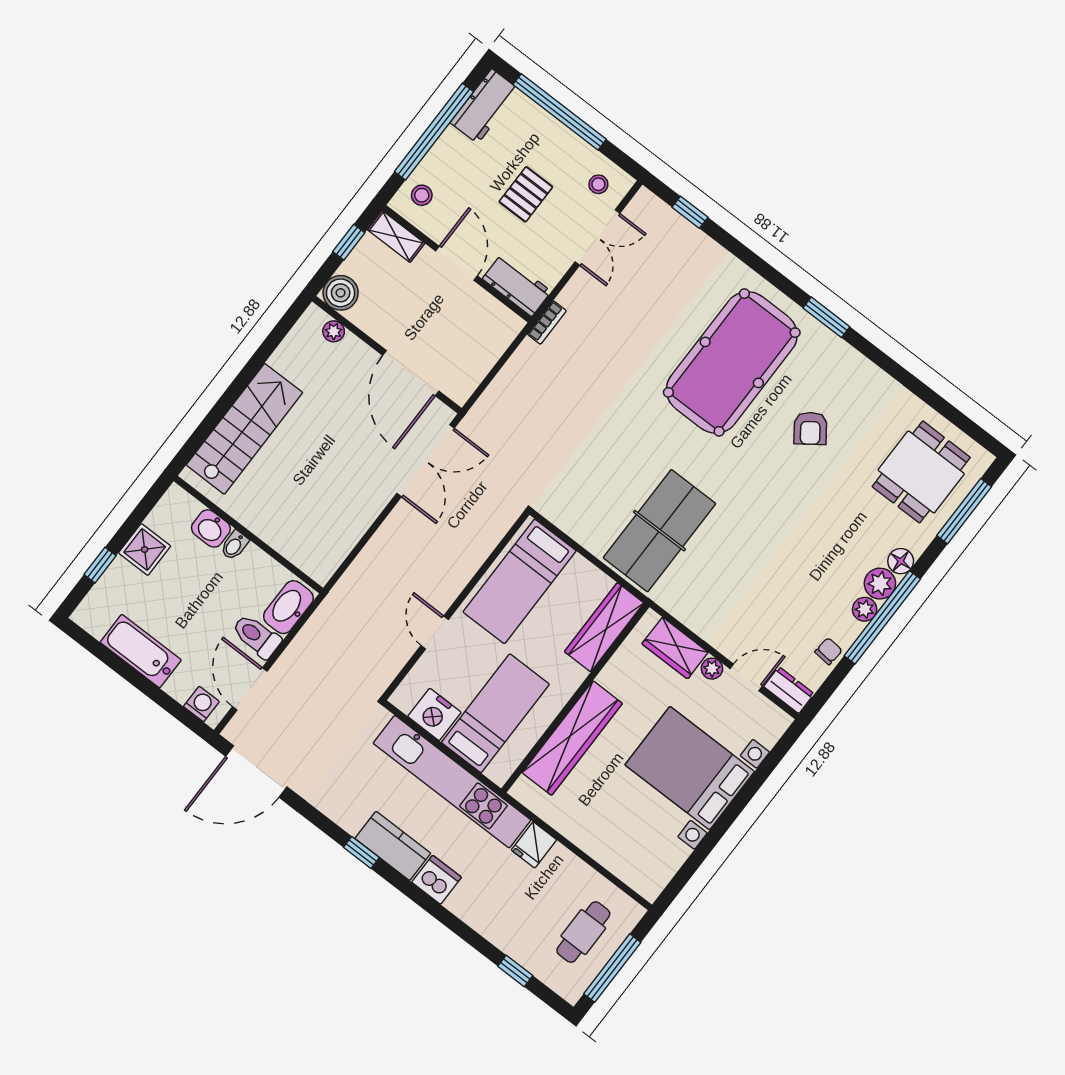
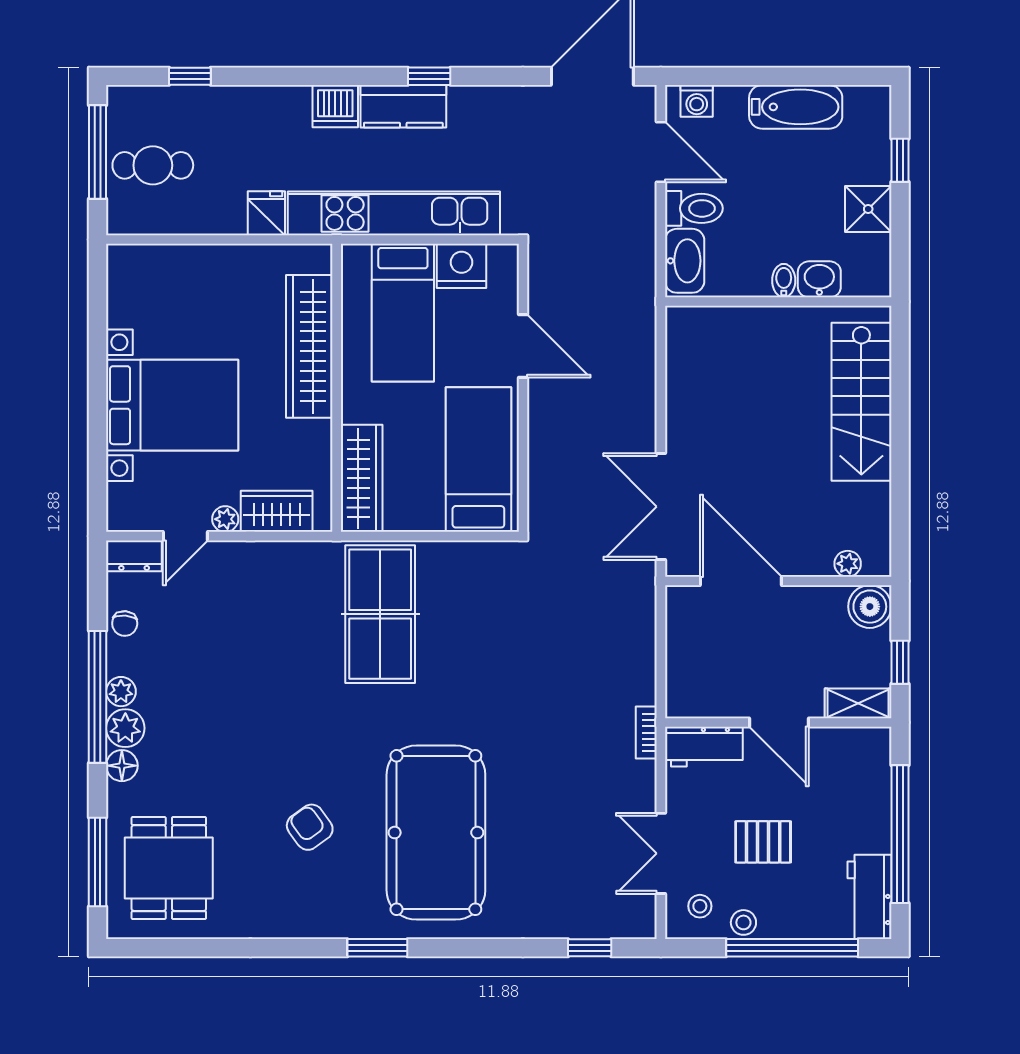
pallet: (526, 194) -> (763, 842), turned 90
stool: (422, 195) -> (743, 922), moved
door: (435, 632) -> (523, 346), width x1.38
cafe table: (583, 932) -> (153, 165), turned 90

